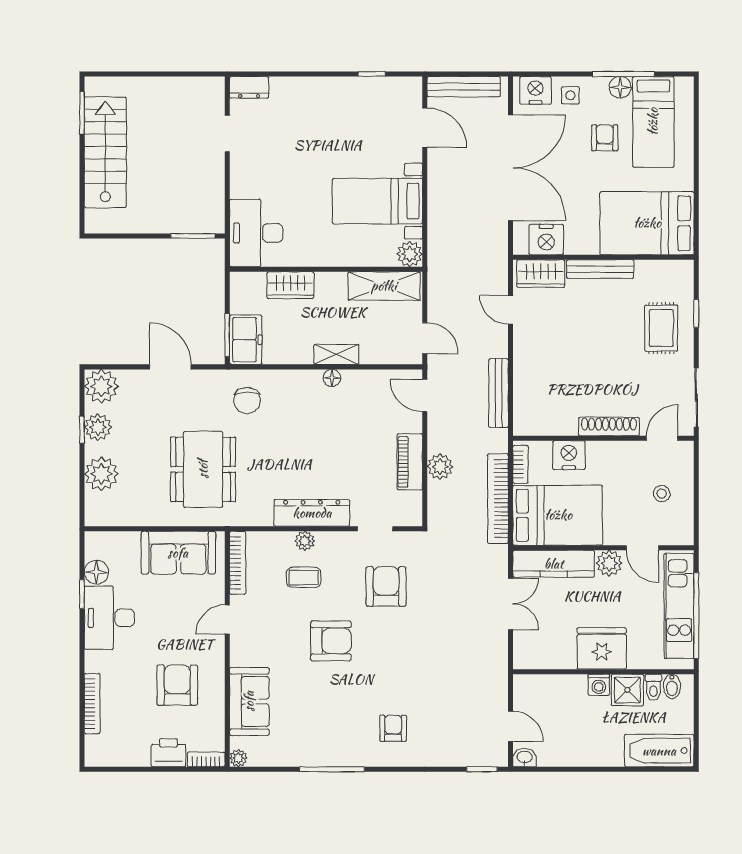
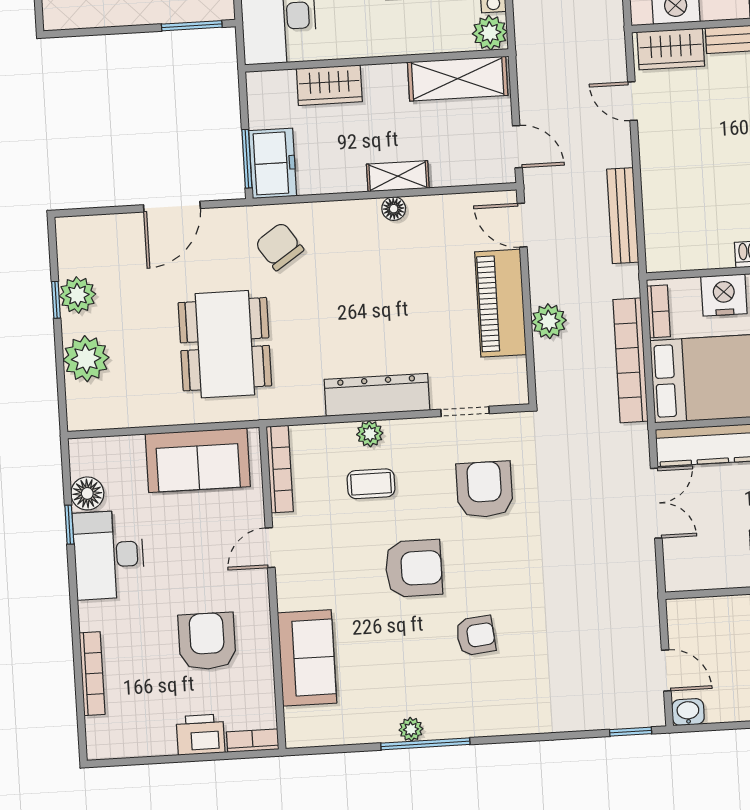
door: (170, 367) -> (172, 207), swing flipped
plant: (101, 386) -> (79, 239), removed
chair: (247, 400) -> (279, 246), turned 146
piano: (410, 462) -> (501, 303), width x1.37, depth x1.33
armchair: (393, 728) -> (476, 636), moved, turned 84
plant: (238, 758) -> (411, 729), moved

